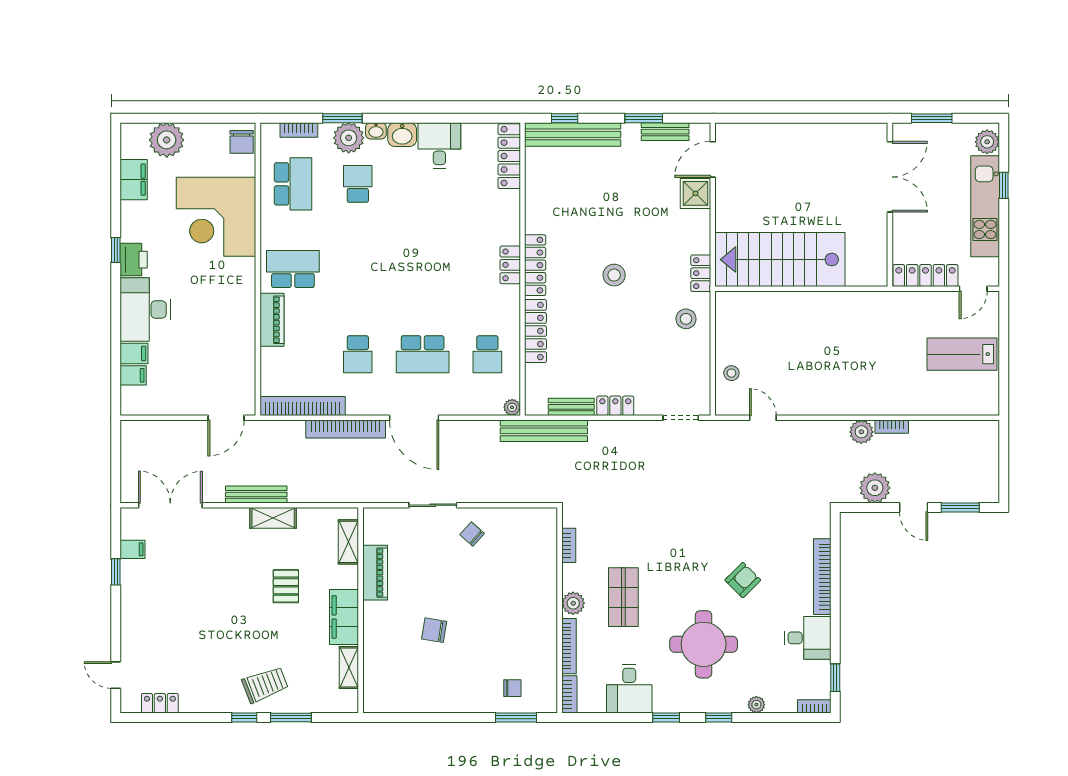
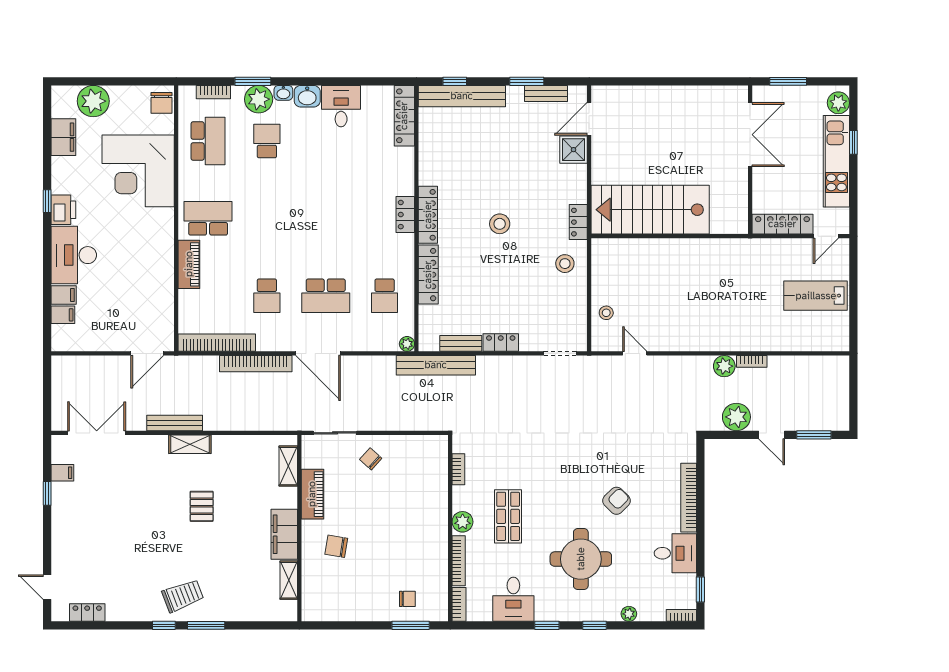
shelving: (348, 542) -> (288, 466), moved
piano: (375, 573) -> (312, 494), moved
wall: (361, 610) -> (299, 528), moved
filing cabinet: (344, 617) -> (284, 534), moved
shelving: (349, 667) -> (289, 580), moved

